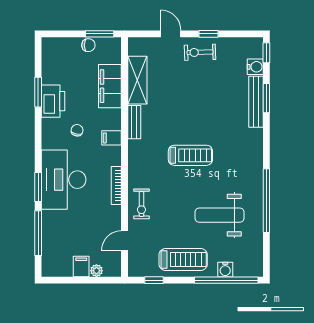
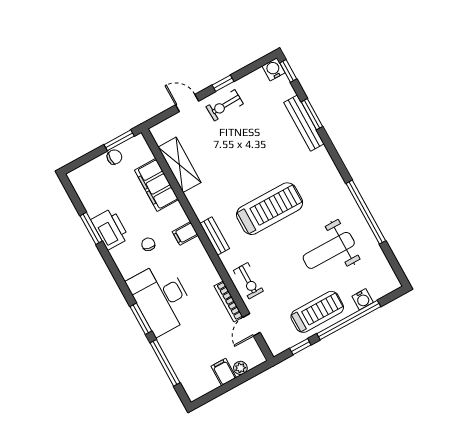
water cooler: (255, 67) -> (273, 69), moved, turned -90
bench: (134, 122) -> (215, 236), moved
treadmill: (190, 155) -> (270, 209), width x1.37, depth x1.38
bookcase: (116, 186) -> (229, 301), moved
window: (226, 280) -> (349, 320), moved

